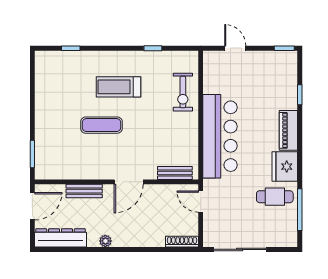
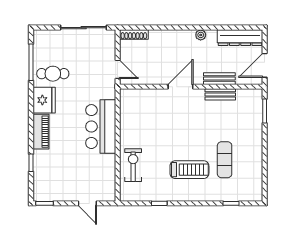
exercise mat: (101, 125) -> (225, 160), moved, turned 90
bar counter: (220, 136) -> (101, 127), width x0.73
bench: (175, 173) -> (220, 94), moved

